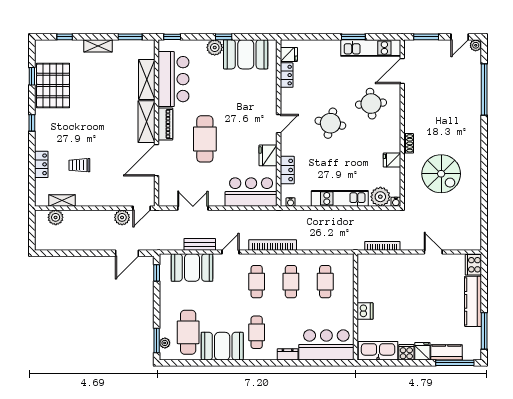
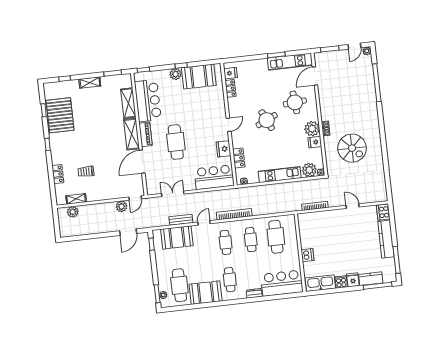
round table: (330, 123) -> (267, 120), turned -37
plant: (390, 142) -> (312, 129), added
cafe table: (325, 282) -> (276, 237), width x1.37, depth x1.35

